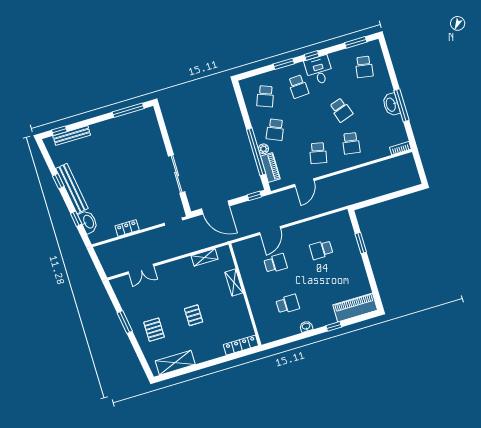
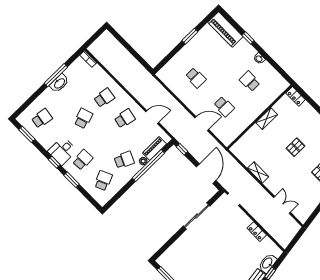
school desk: (265, 96) -> (103, 181), turned -45
window: (361, 243) -> (190, 36), moved
shelving: (205, 257) -> (258, 172), moved
school desk: (275, 263) -> (224, 107), turned 180
shelving: (234, 282) -> (267, 119), moved
locker: (241, 345) -> (296, 96), width x0.66

